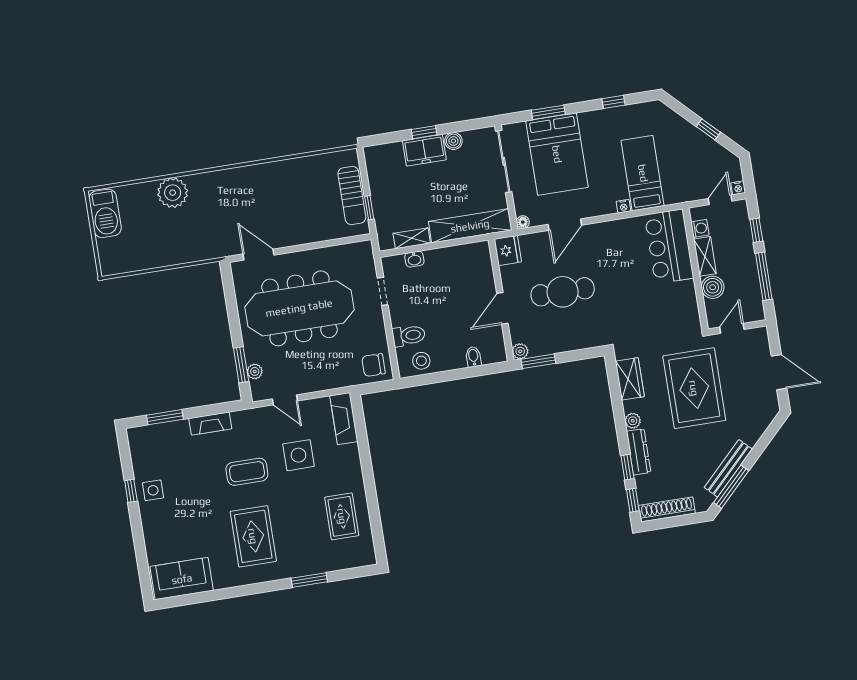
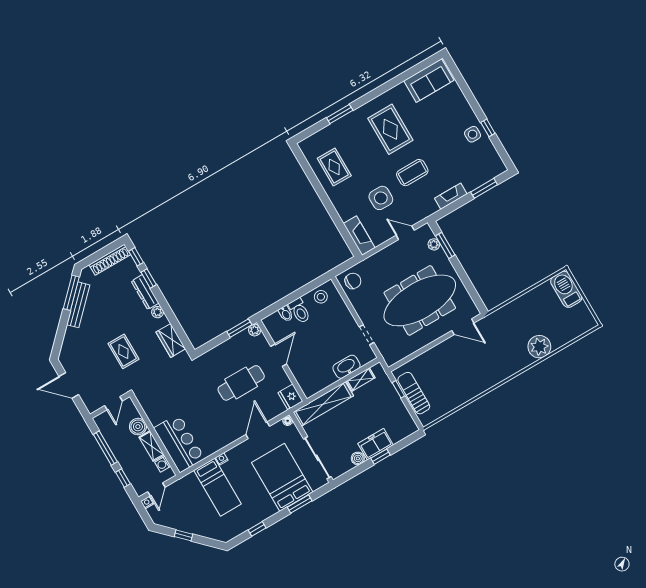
barbecue: (105, 213) -> (566, 289), moved
washbasin: (414, 259) -> (347, 367), width x1.91, depth x1.45
toilet: (409, 336) -> (299, 311), moved, turned -90
rug: (694, 388) -> (123, 351), width x0.54, depth x0.49

